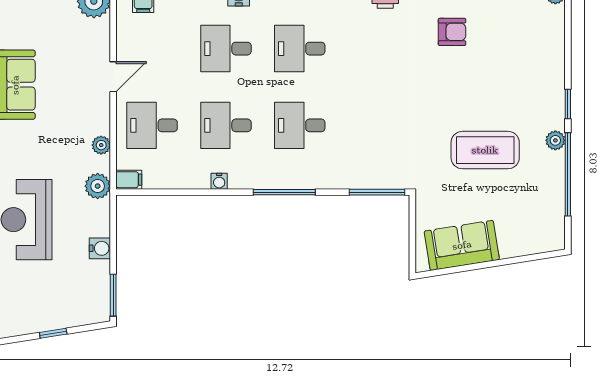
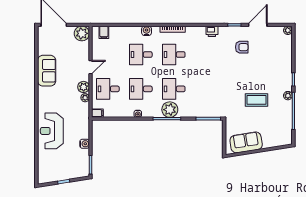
coffee table: (485, 150) -> (257, 100), width x0.73, depth x0.76
plant: (291, 172) -> (170, 110), added
plant: (98, 186) -> (84, 87), moved

